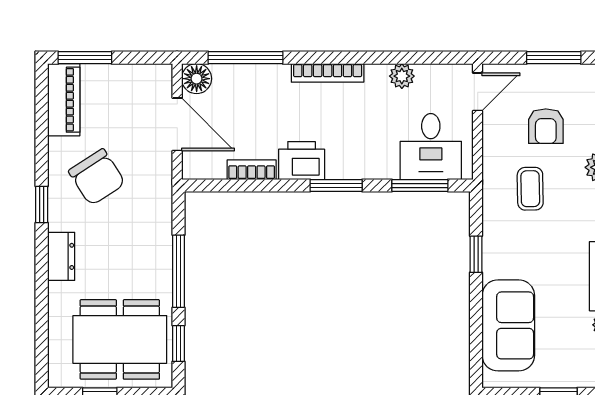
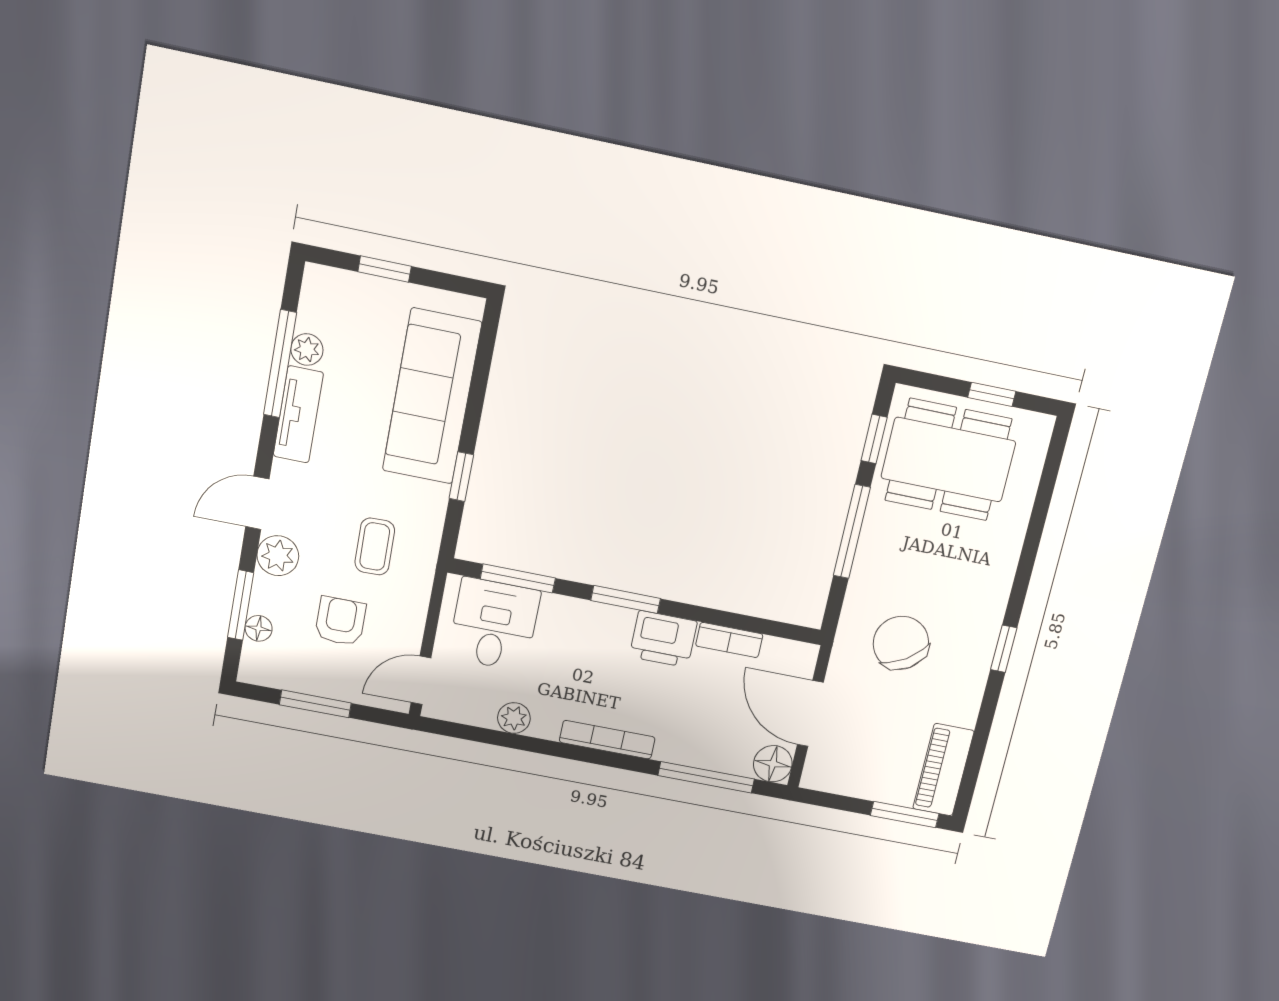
chair: (97, 177) -> (901, 643), moved
dresser: (61, 256) -> (996, 580), removed
sofa: (508, 325) -> (432, 396), width x1.36

